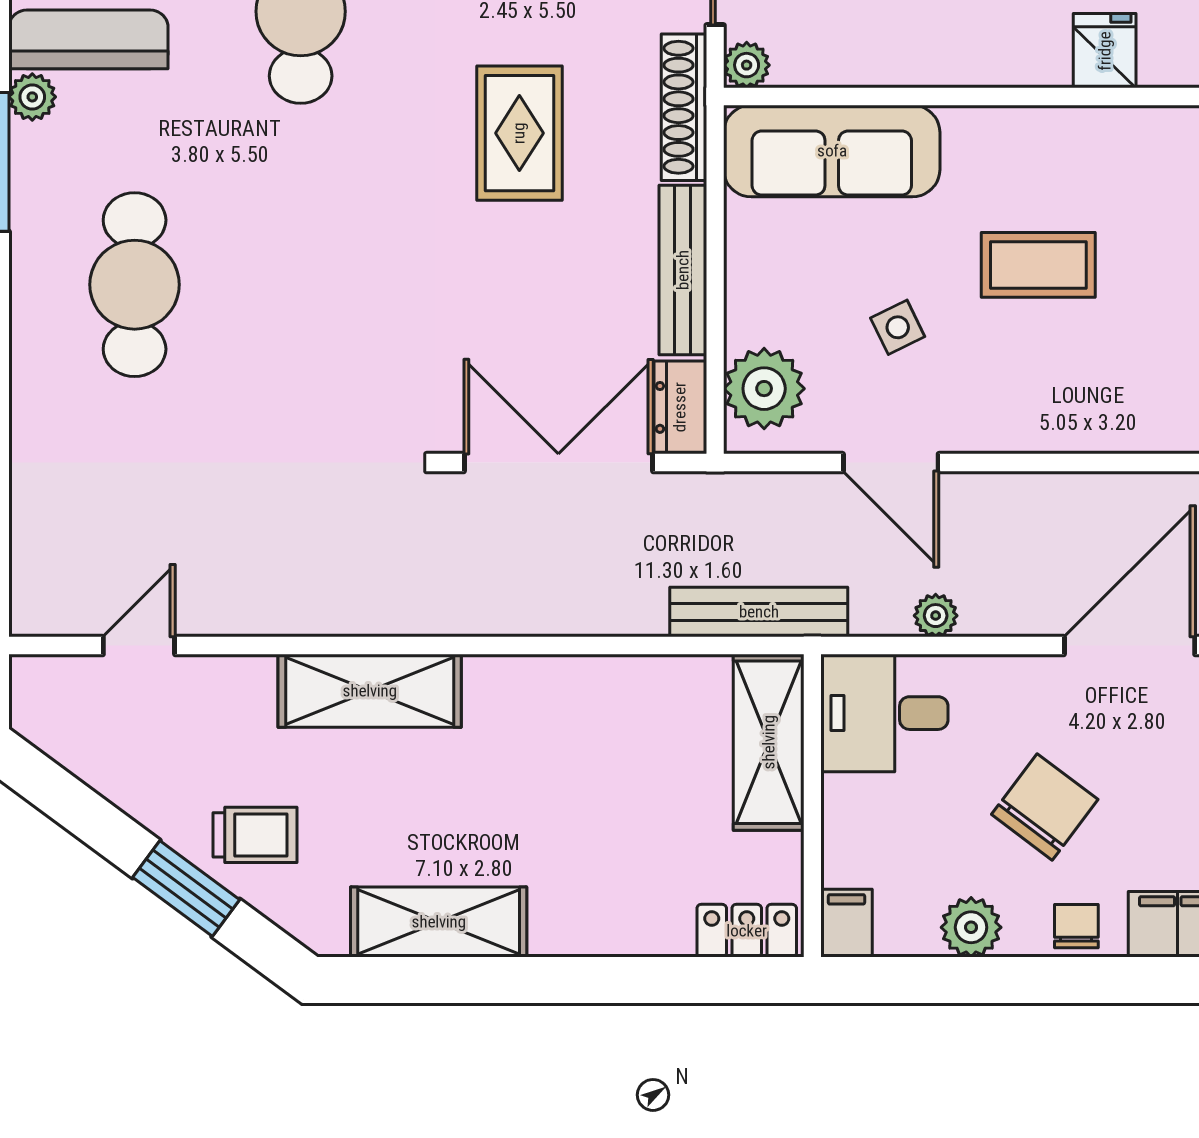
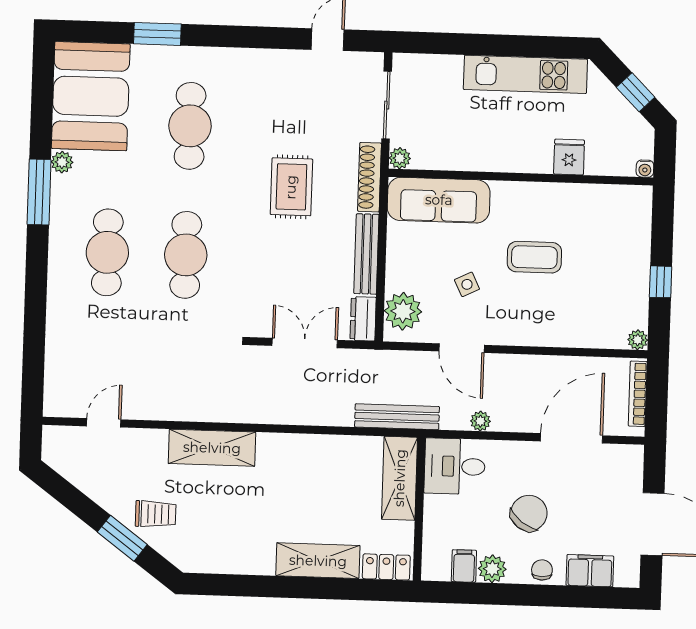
cafe table: (301, 285) -> (186, 255), added
double door: (558, 463) -> (305, 343), width x0.73
shelving: (439, 922) -> (318, 561), moved
filing cabinet: (846, 923) -> (464, 566), moved

